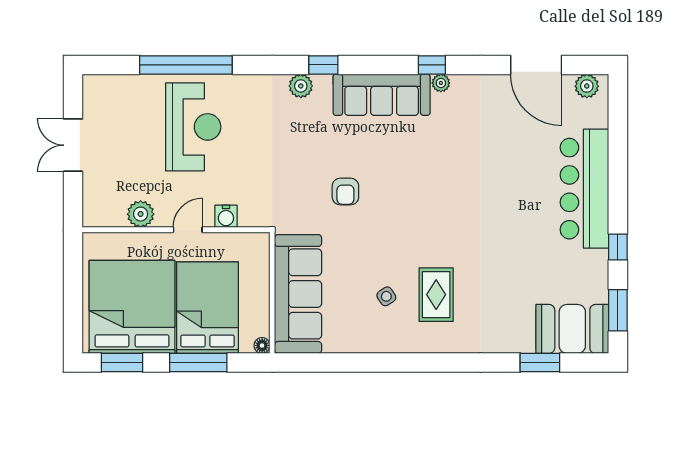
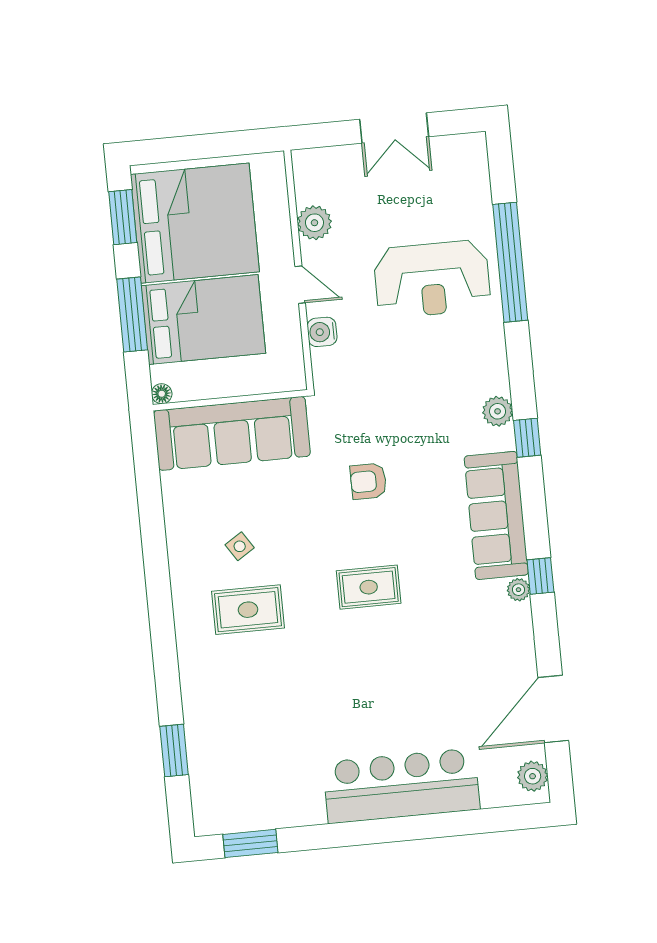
double door: (73, 145) -> (394, 128), swing flipped
rug: (428, 199) -> (369, 587), added
window: (618, 247) -> (331, 836), removed
booth: (572, 329) -> (221, 788), removed

